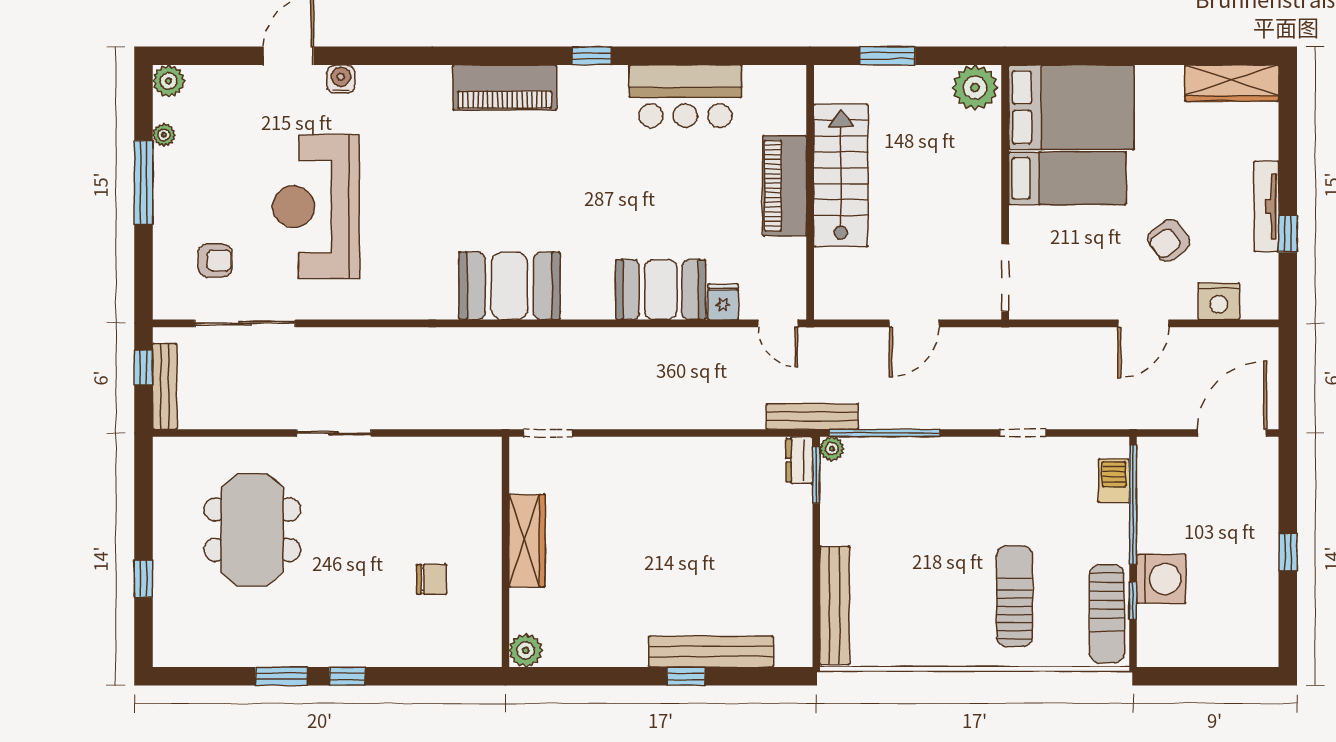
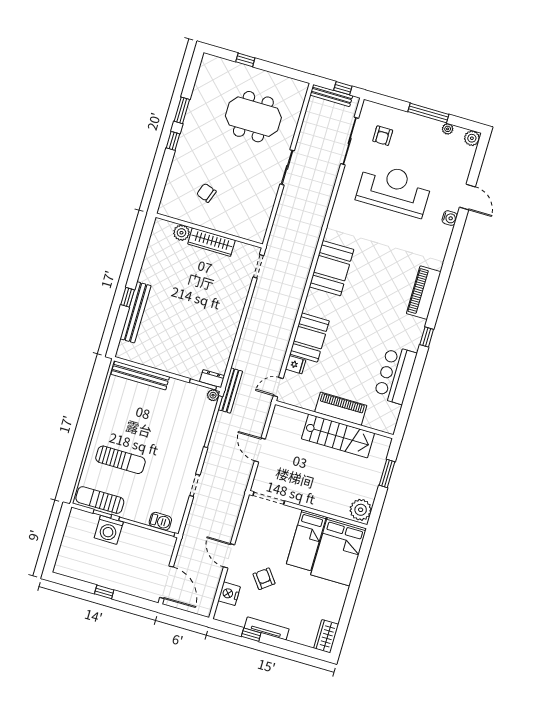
wardrobe: (1232, 83) -> (326, 636), width x0.67
chair: (432, 579) -> (206, 193), turned 110
plant: (526, 650) -> (181, 233), moved

